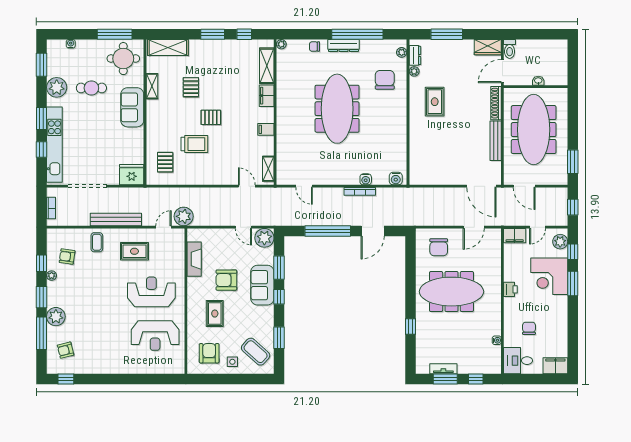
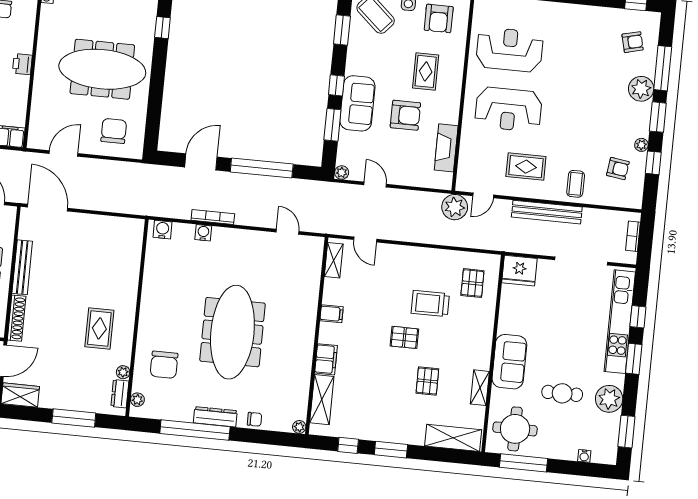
plant: (264, 238) -> (342, 173), width x0.53, depth x0.53

